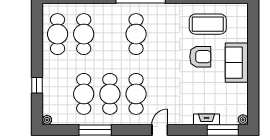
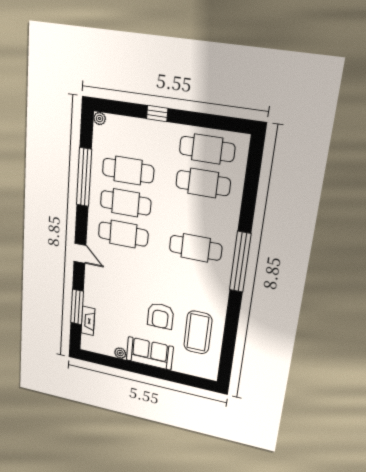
window: (37, 85) -> (157, 114), moved
fireplace: (207, 119) -> (88, 321), moved
plant: (243, 120) -> (120, 353), moved
window: (95, 130) -> (84, 177), width x1.46
window: (223, 130) -> (77, 307), moved

